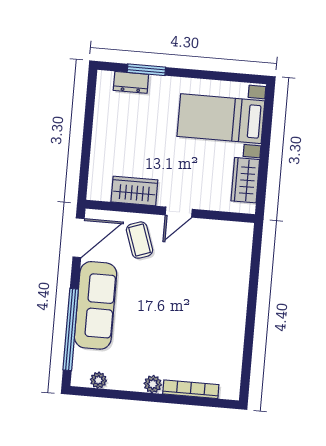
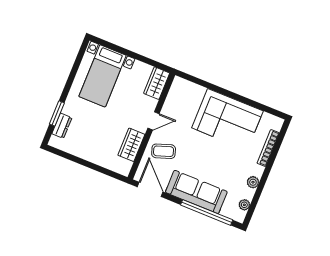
wardrobe: (245, 180) -> (157, 83), moved, turned 90
door: (179, 212) -> (154, 121), hinge flipped
corner sofa: (214, 318) -> (227, 119), added
plant: (153, 384) -> (253, 182), moved

